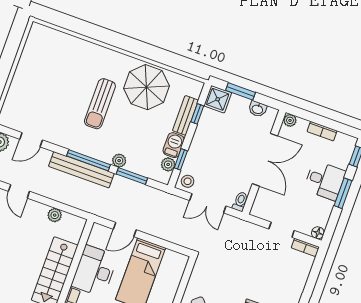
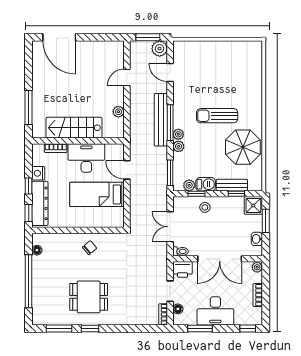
plant: (105, 156) -> (178, 134), added
window: (132, 176) -> (170, 173), moved
stool: (188, 181) -> (205, 207), moved
desk: (325, 181) -> (215, 311), width x1.37
window: (343, 193) -> (200, 329), moved
printer: (262, 207) -> (183, 269), added
floor lamp: (318, 233) -> (178, 309), moved

